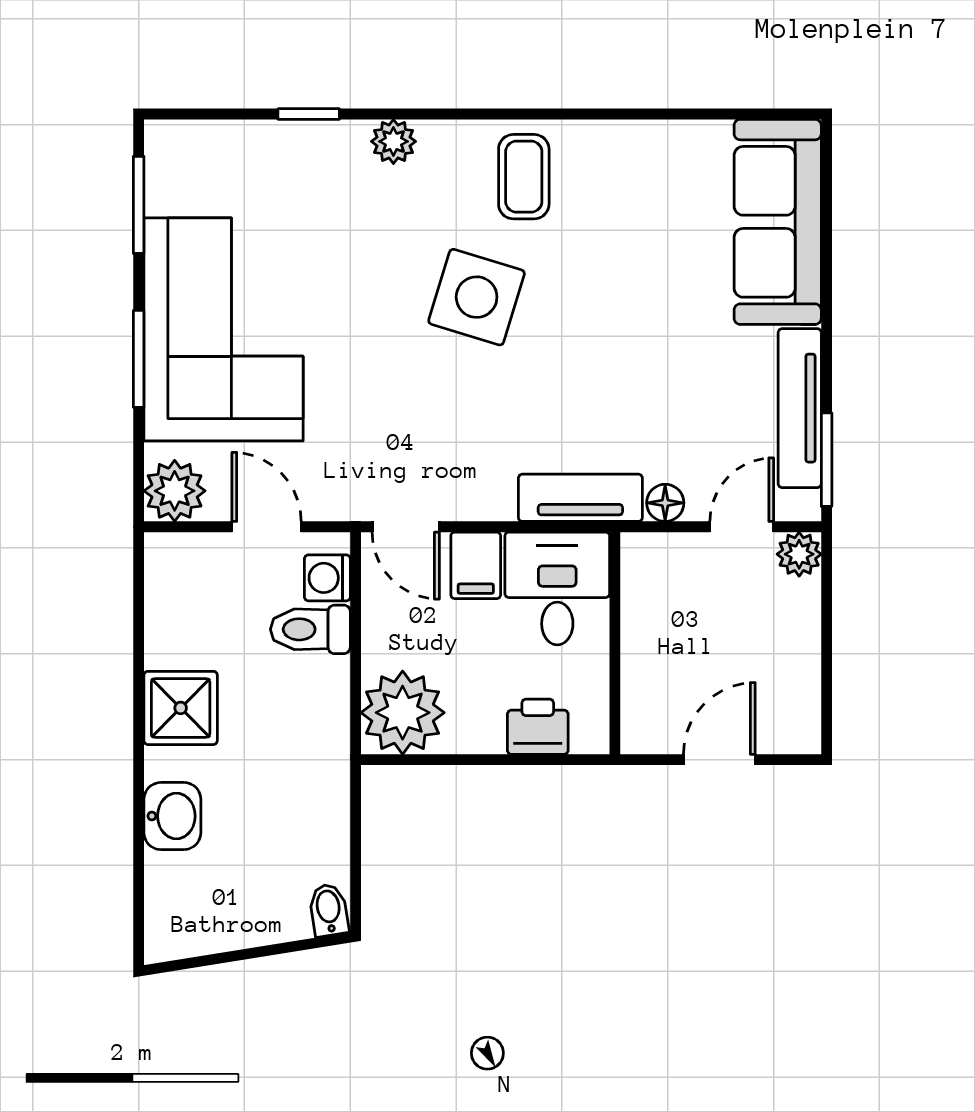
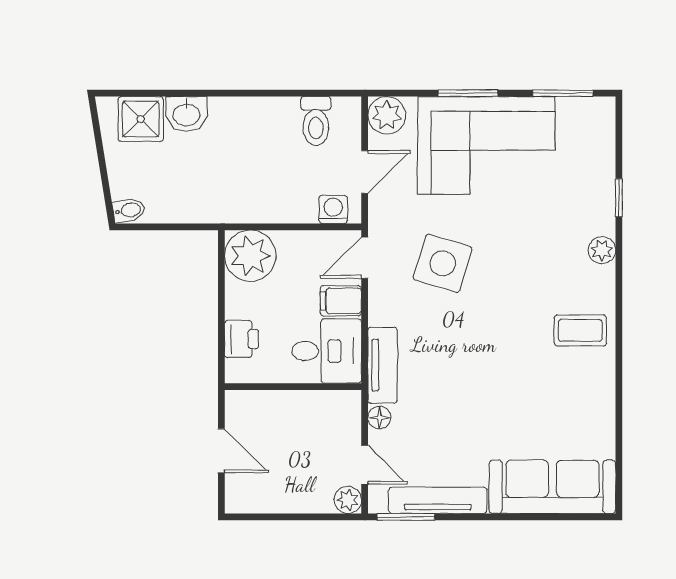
side table: (477, 297) -> (443, 263), moved
toilet: (310, 629) -> (316, 121), moved, turned 180
shower: (181, 708) -> (141, 119), moved

